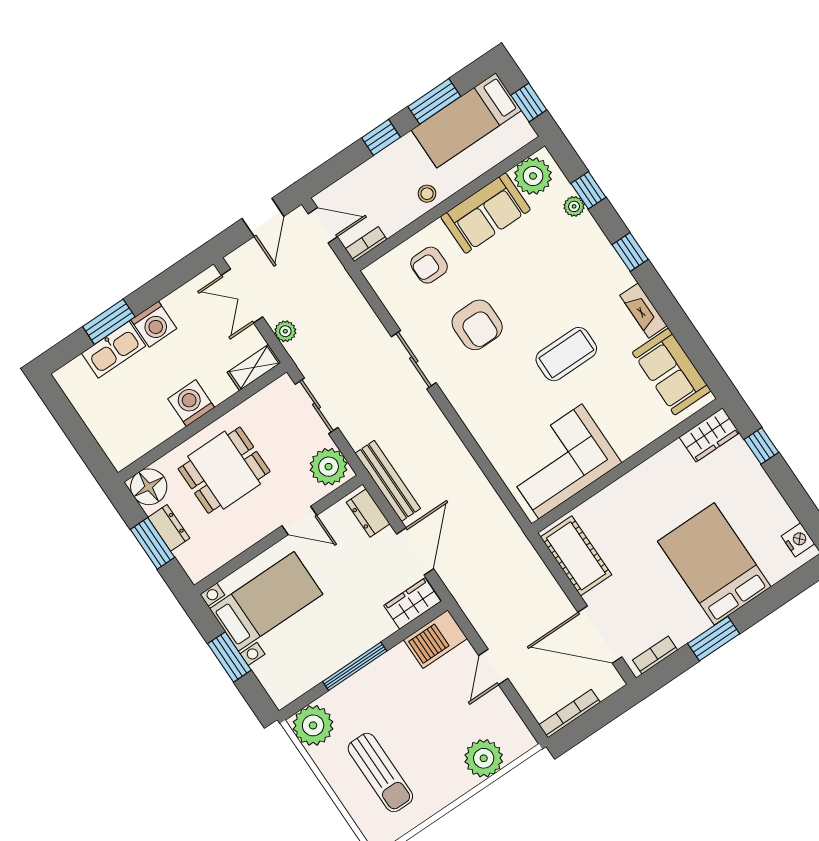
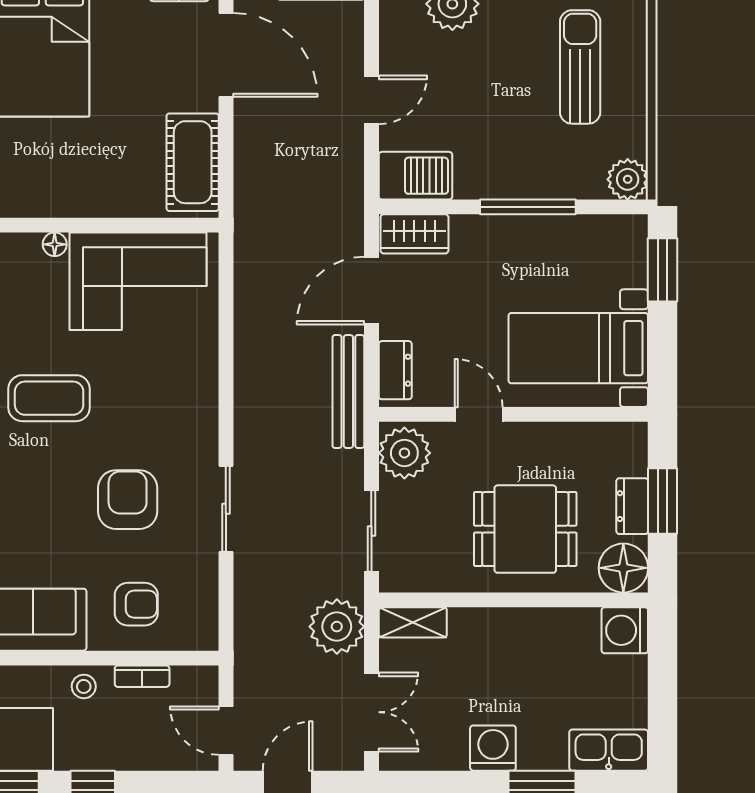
bookcase: (366, 244) -> (142, 676), moved
plant: (285, 331) -> (337, 627), width x1.88, depth x1.88
kitchen sink: (114, 350) -> (609, 750), moved
washing machine: (191, 403) -> (625, 630), moved, turned 90
floor lamp: (626, 450) -> (55, 244), added
window: (229, 657) -> (663, 270), moved
plant: (313, 725) -> (628, 179), width x0.73, depth x0.73

